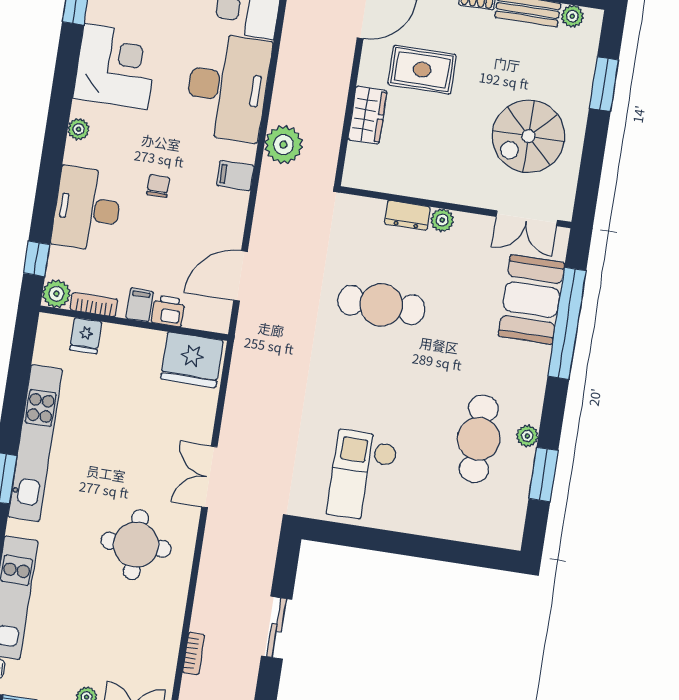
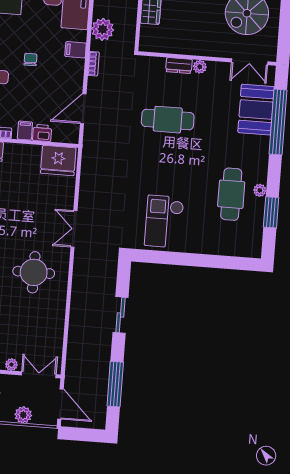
bookcase: (194, 654) -> (93, 64), moved

